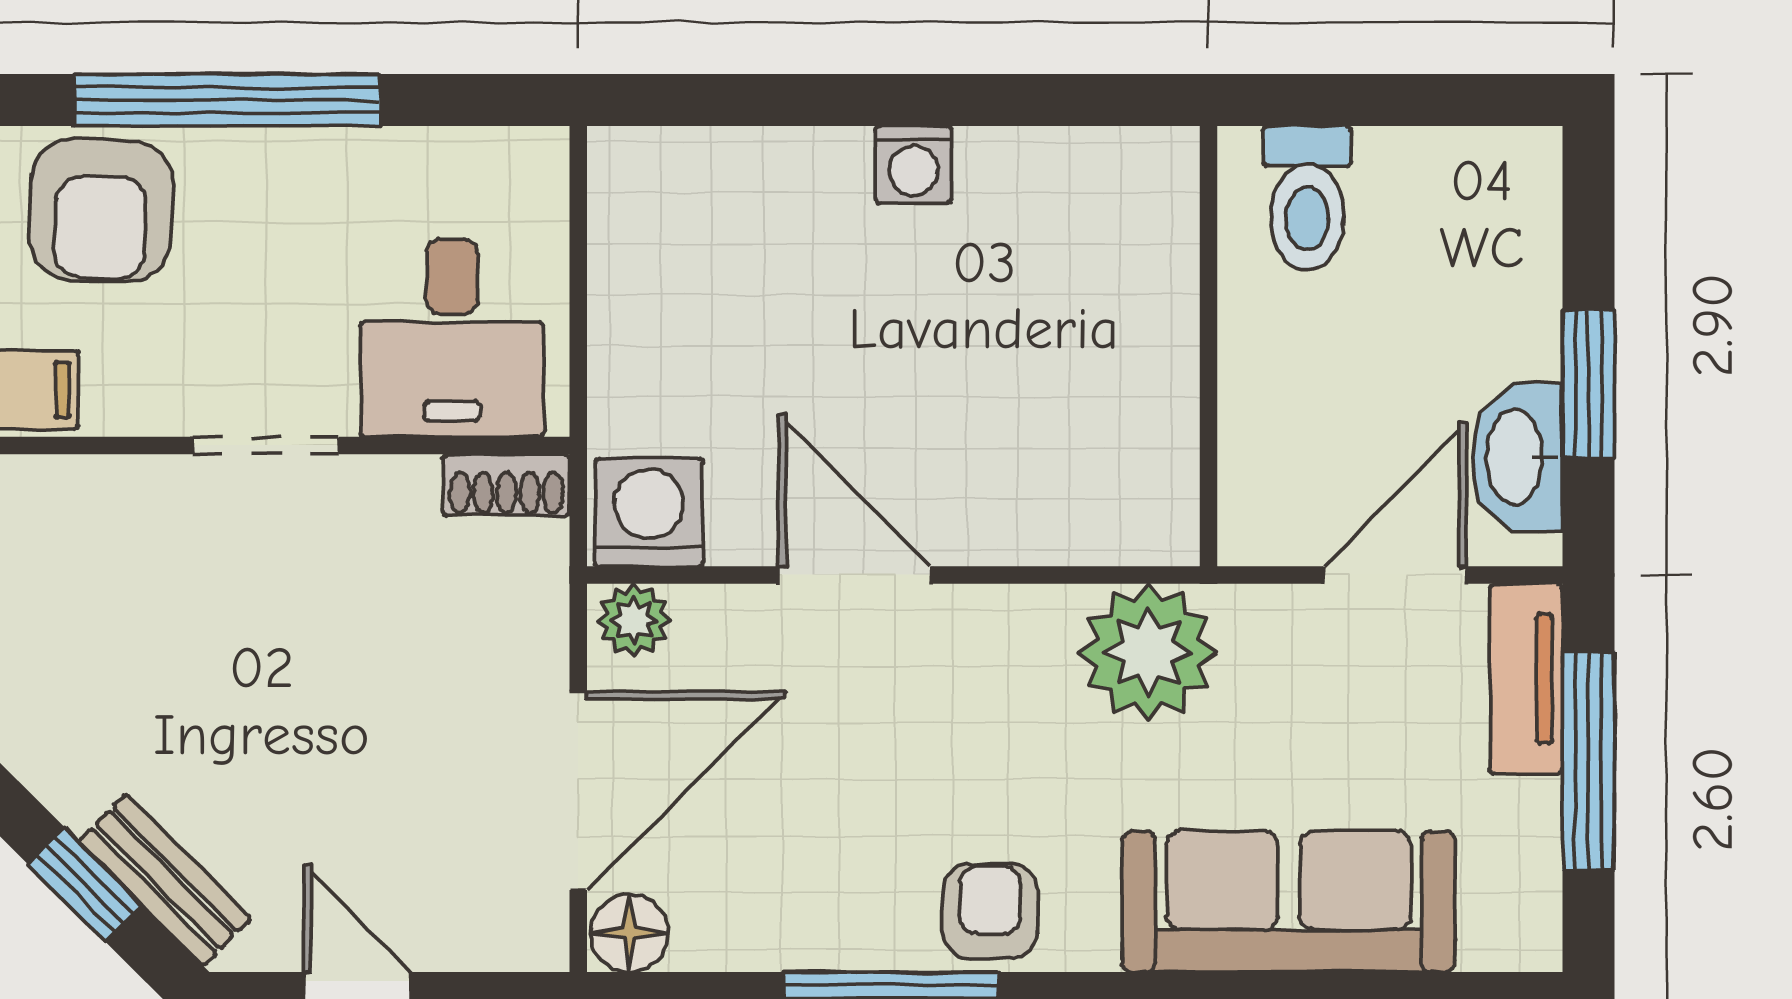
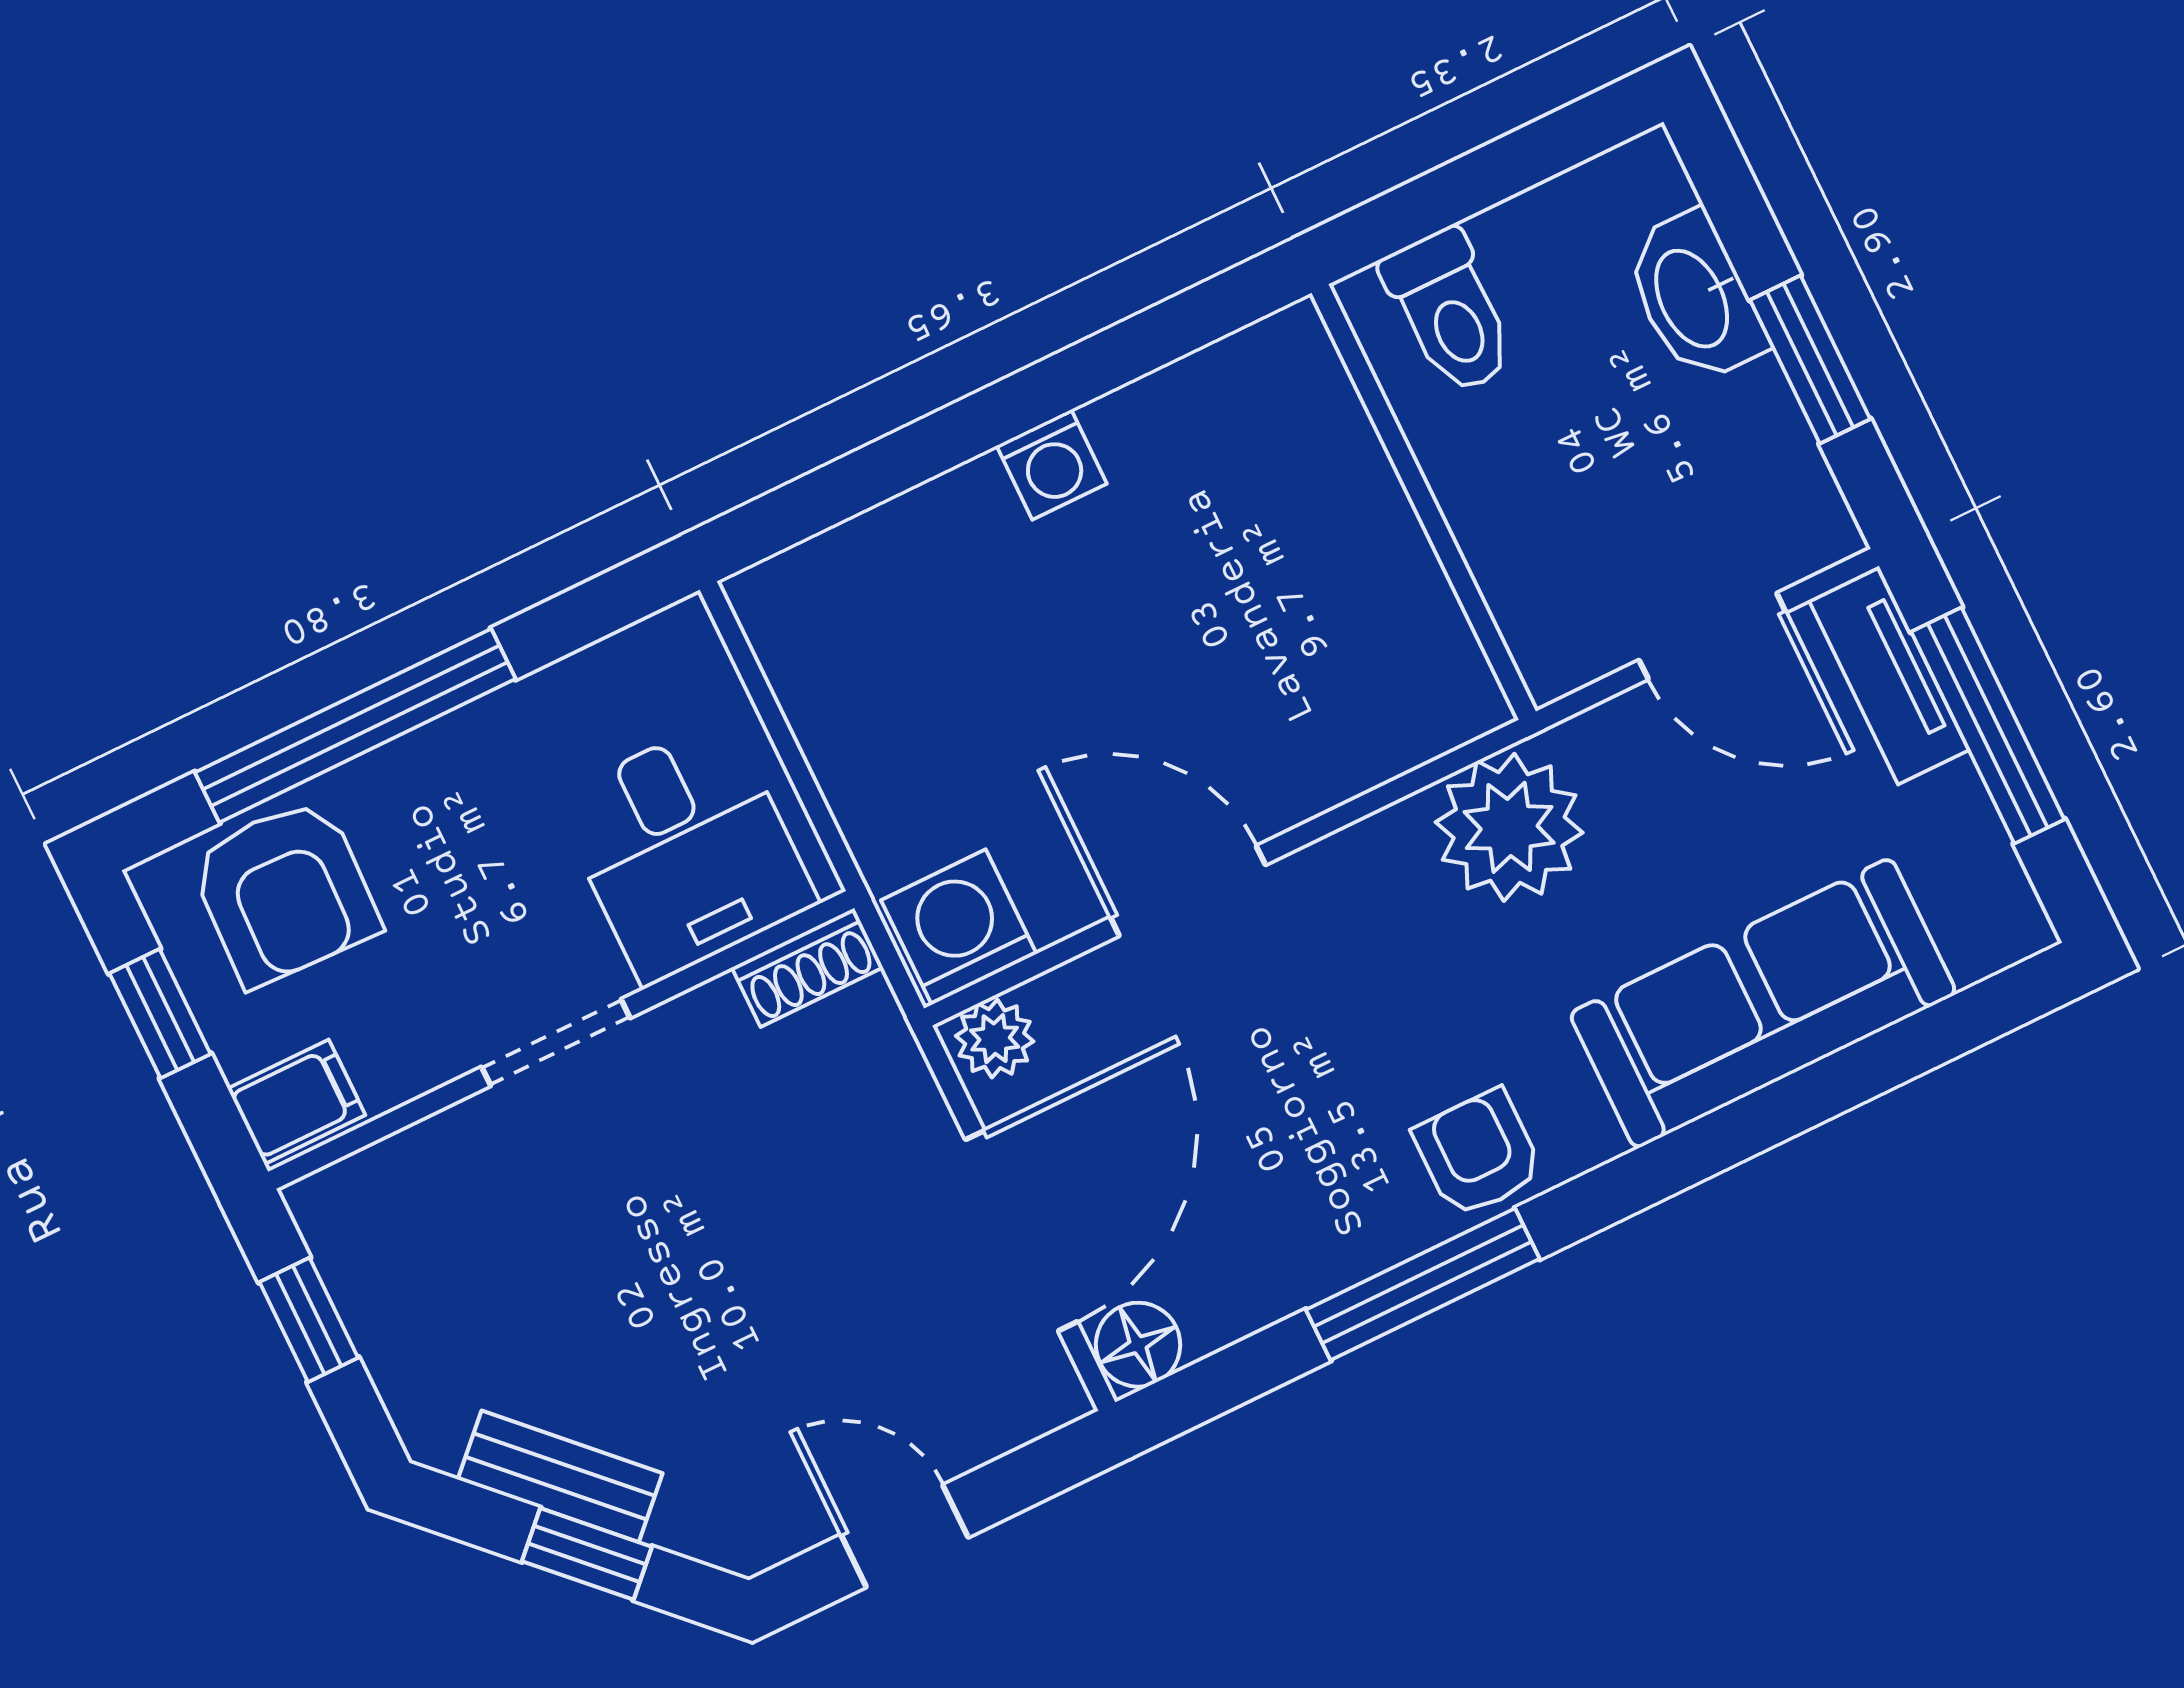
washbasin: (1517, 457) -> (1694, 297), moved
door: (1395, 575) -> (1712, 636), swing flipped
bench: (165, 880) -> (560, 1476), moved

